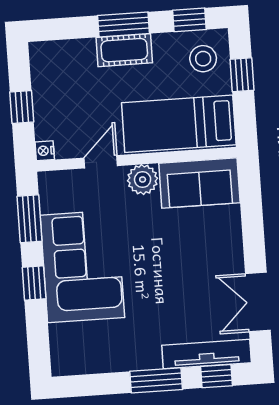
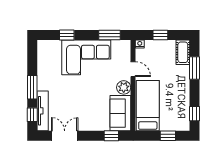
window: (123, 25) -> (194, 68), moved
cot: (124, 50) -> (183, 52), moved
stool: (203, 59) -> (176, 119), removed
window: (251, 199) -> (111, 136), added
window: (34, 283) -> (67, 35), moved

